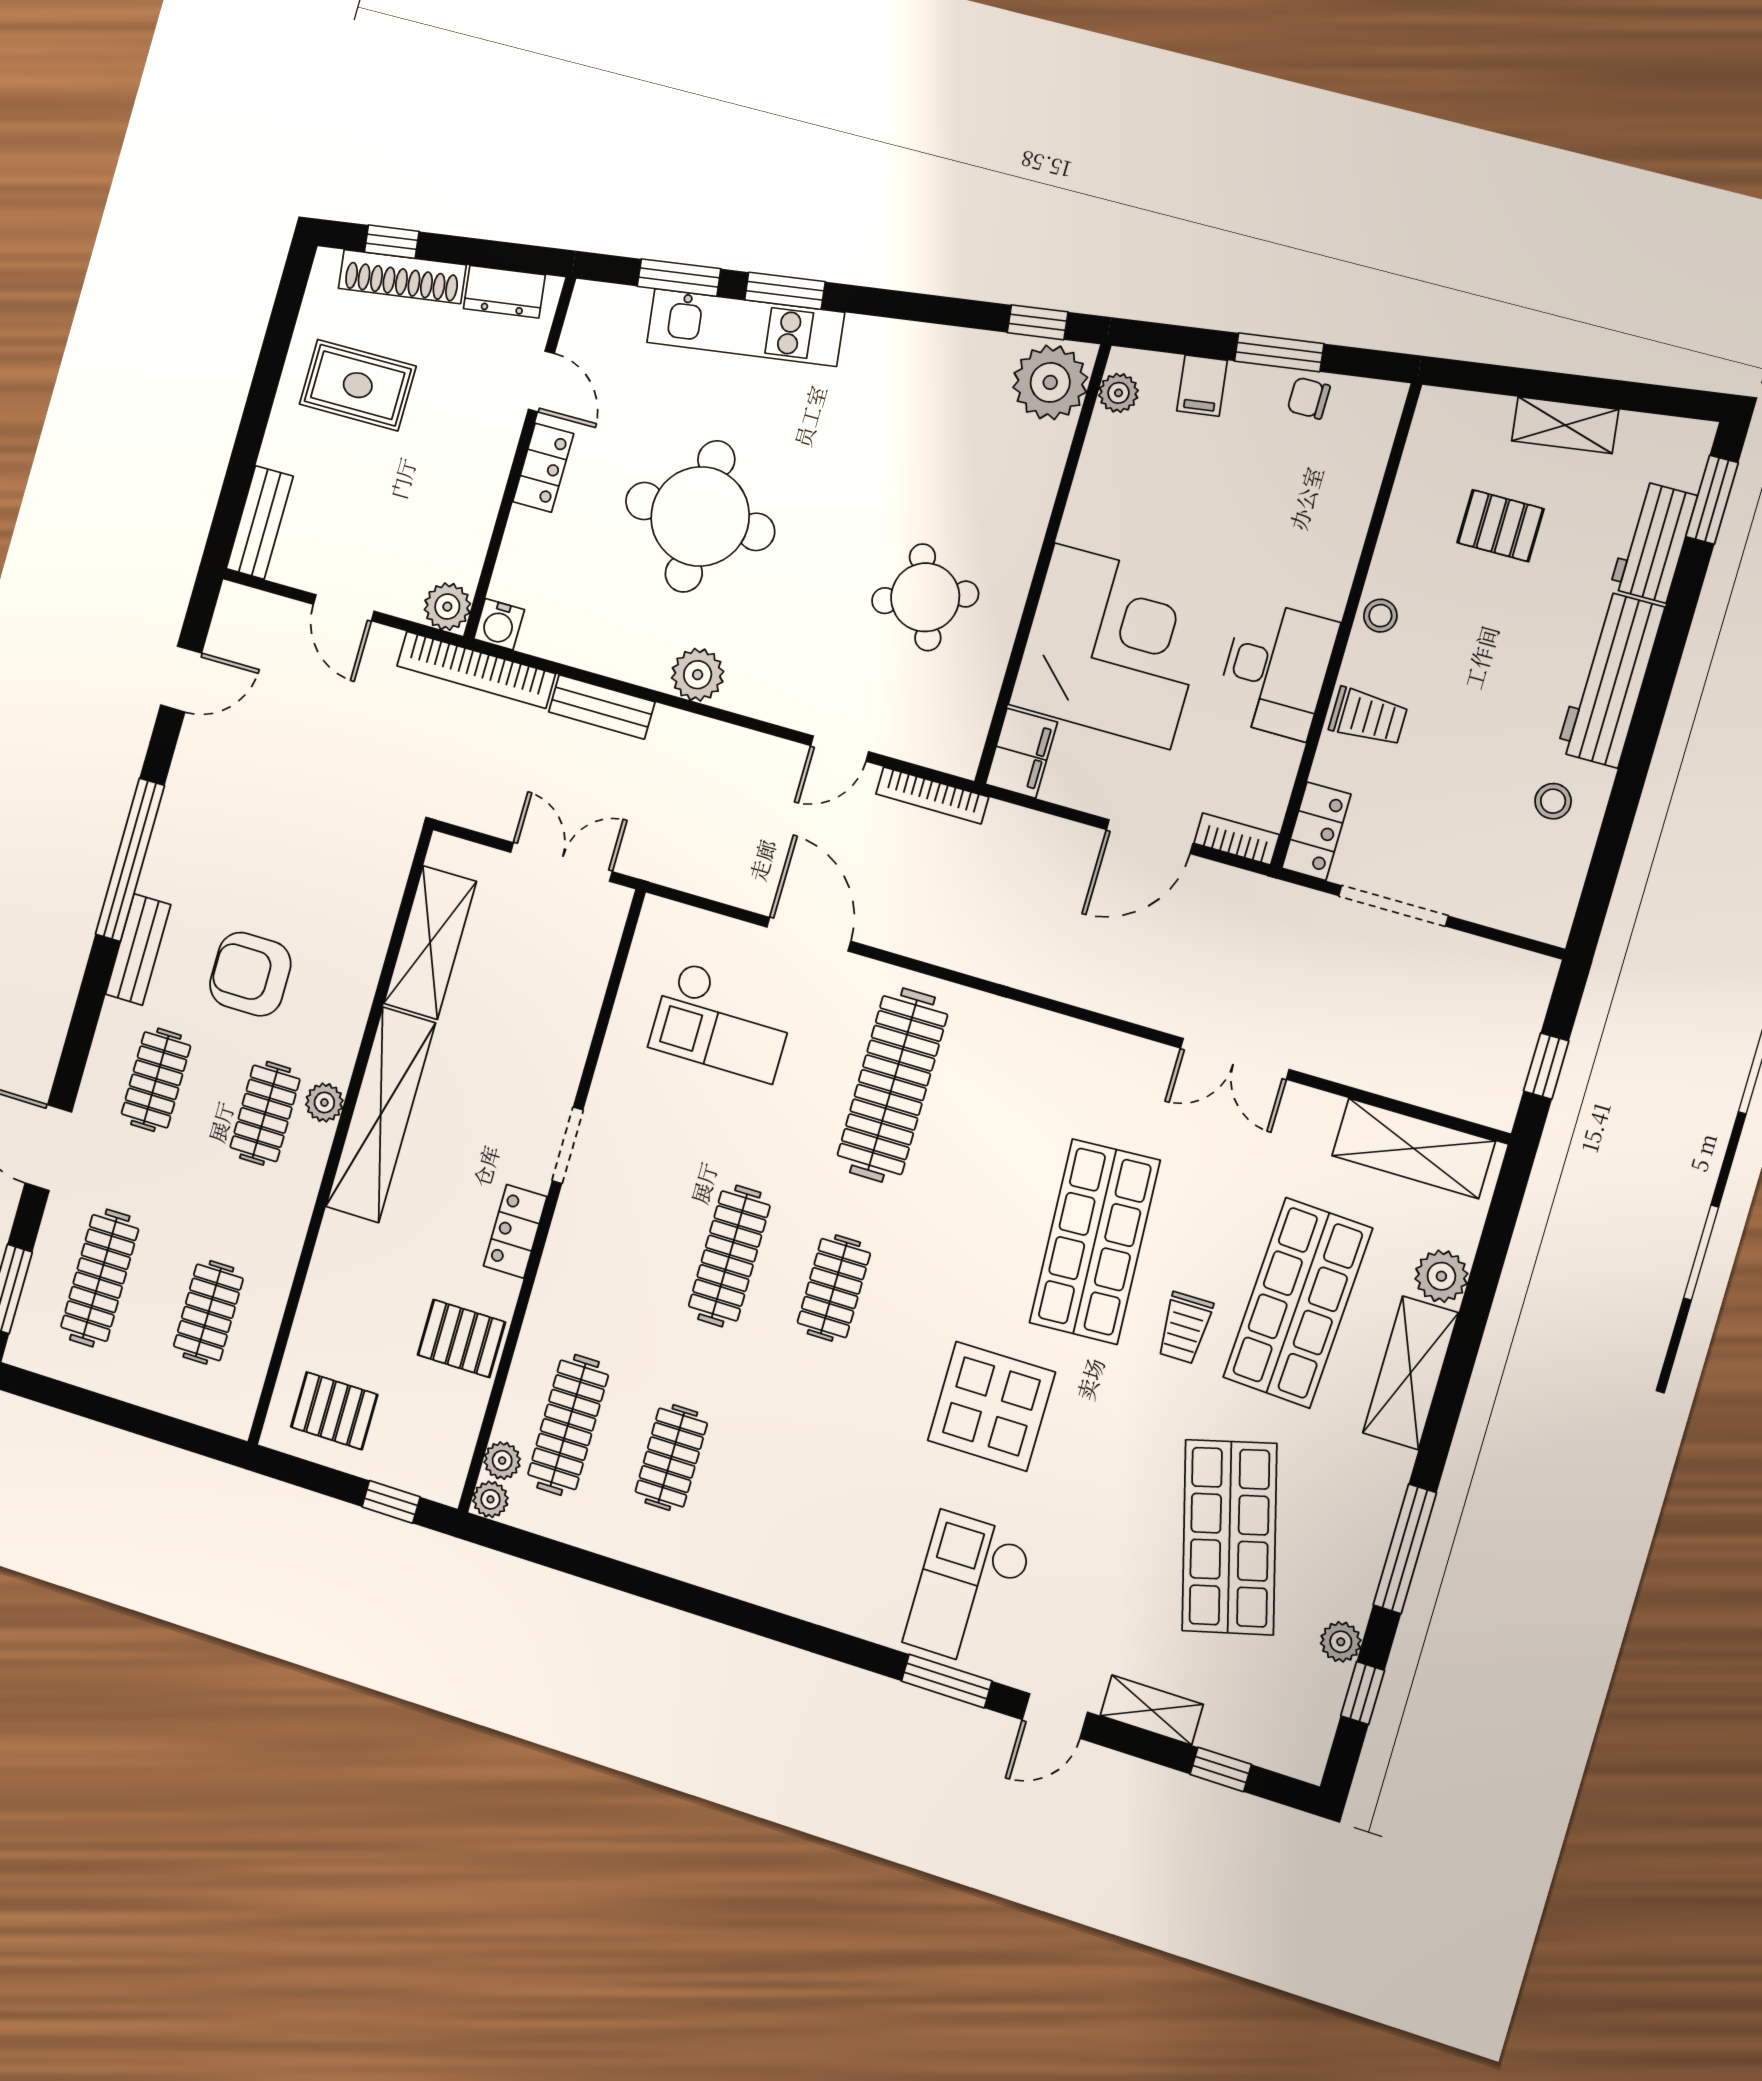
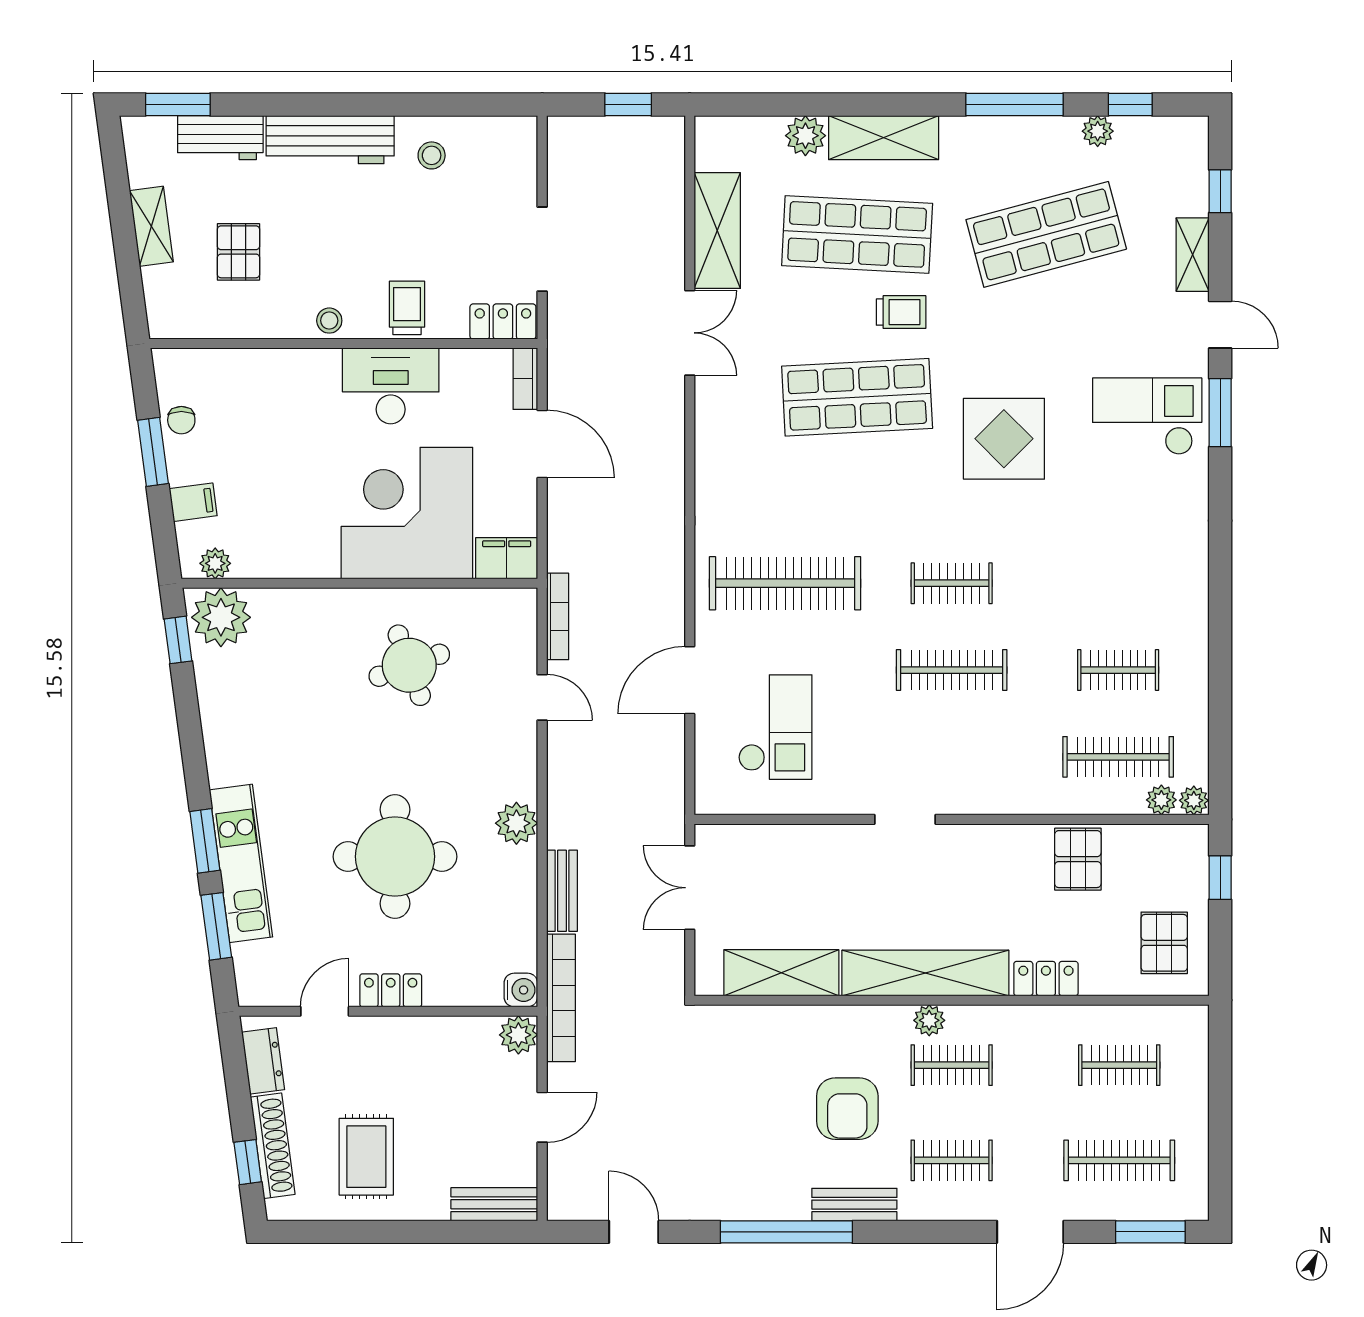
shelving: (1414, 1148) -> (717, 231), moved
locker: (515, 1231) -> (1046, 979), moved, turned 180
checkout: (968, 1590) -> (1147, 416), turned 180

